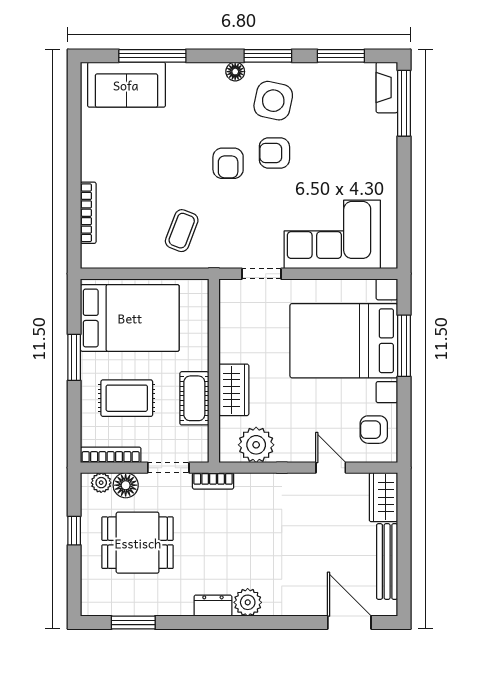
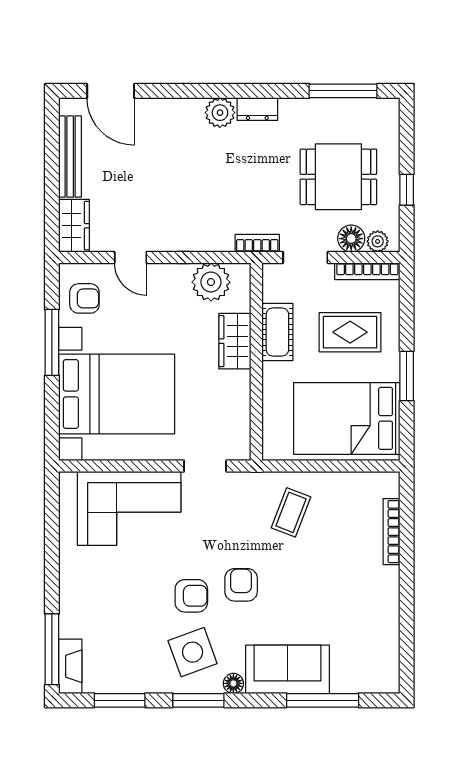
sofa: (126, 85) -> (288, 669), moved
side table: (273, 101) -> (193, 652), turned -32
window: (404, 346) -> (52, 342), moved
window: (133, 623) -> (343, 91), width x1.44

